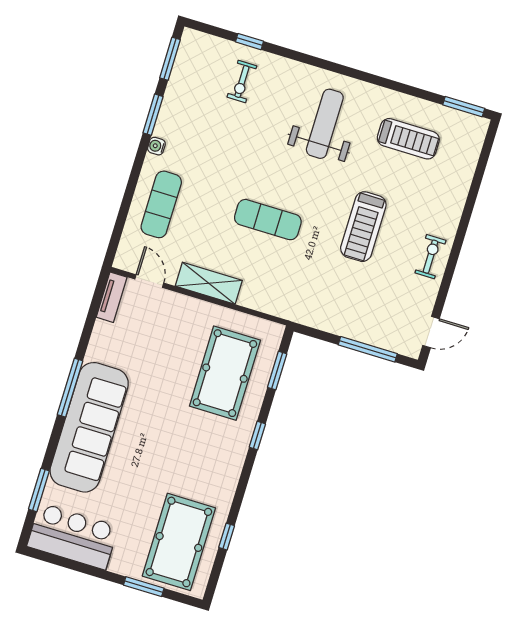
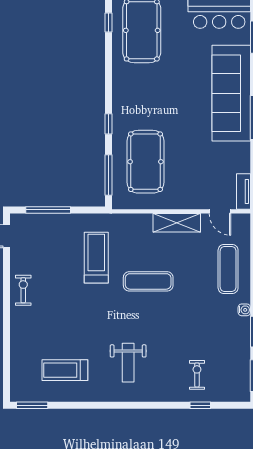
weight bench: (325, 124) -> (128, 363), width x0.73, depth x0.75
treadmill: (363, 227) -> (96, 258), moved
exercise bike: (430, 257) -> (23, 290), turned 180
window: (277, 371) -> (109, 175), width x1.44
window: (227, 537) -> (109, 23), moved

